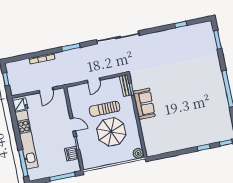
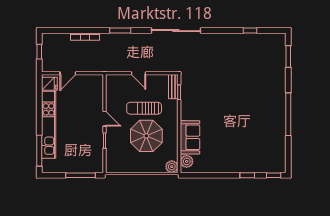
door: (94, 80) -> (138, 73), hinge flipped
door: (46, 90) -> (68, 73), moved
sofa: (144, 104) -> (190, 137), moved
plant: (150, 146) -> (187, 161), added
dishwasher: (72, 154) -> (96, 151), removed

